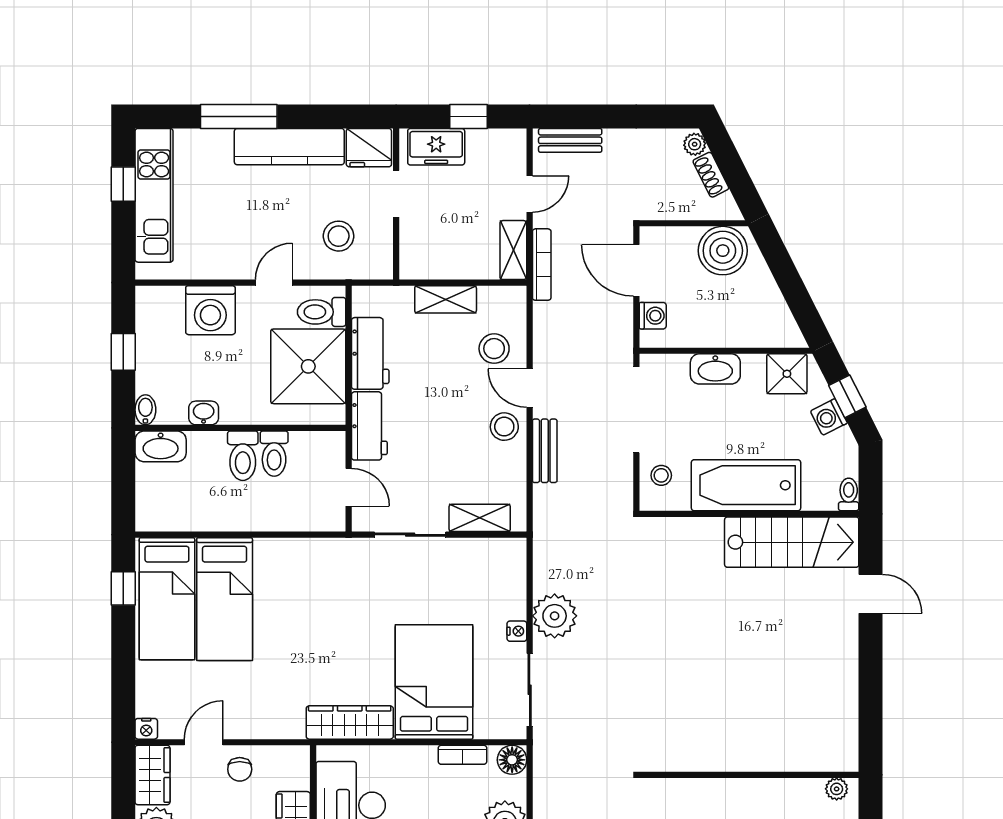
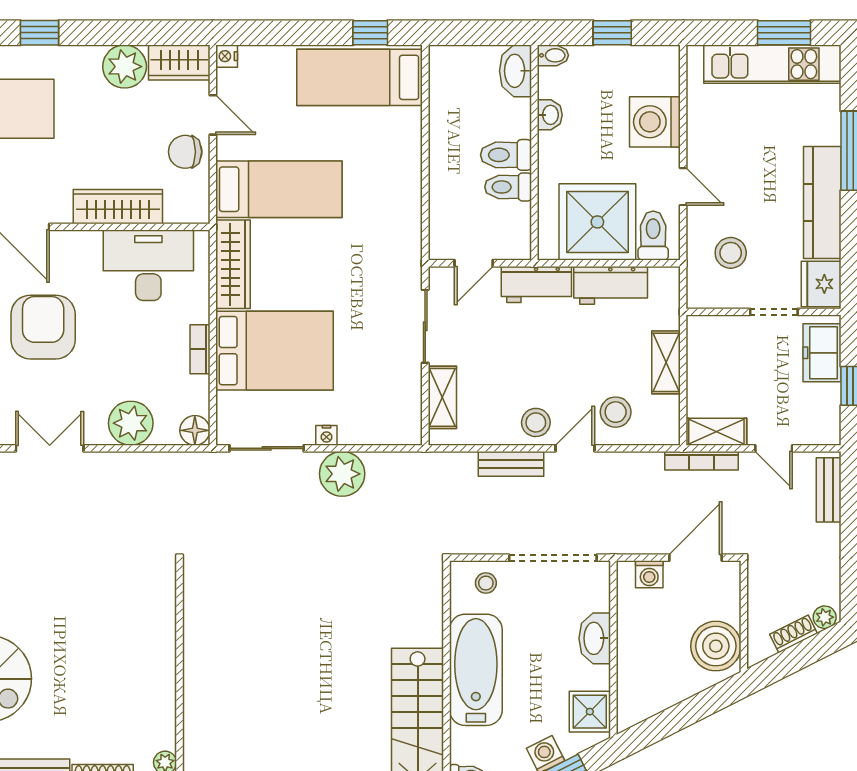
window: (123, 184) -> (784, 33), width x1.50
bed: (225, 599) -> (279, 189), moved, turned 180
bookcase: (463, 755) -> (200, 349), moved
chair: (240, 769) -> (185, 152), width x1.37, depth x1.37

